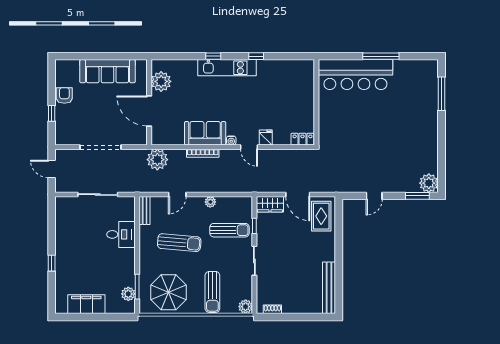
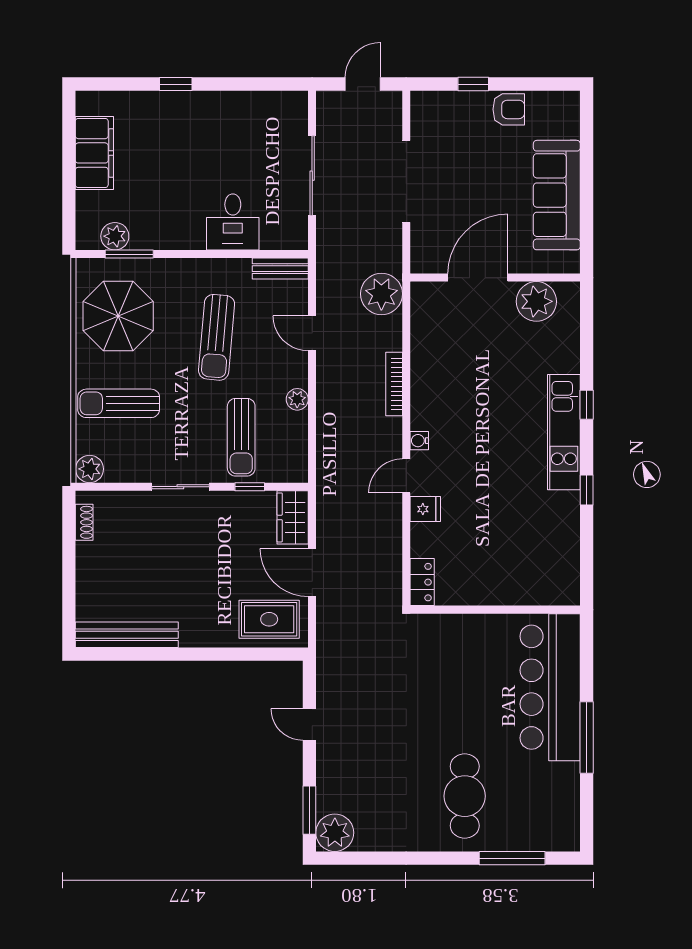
cafe table: (410, 118) -> (465, 796), added
sofa: (205, 133) -> (434, 389), removed
door: (298, 195) -> (312, 573), hinge flipped

